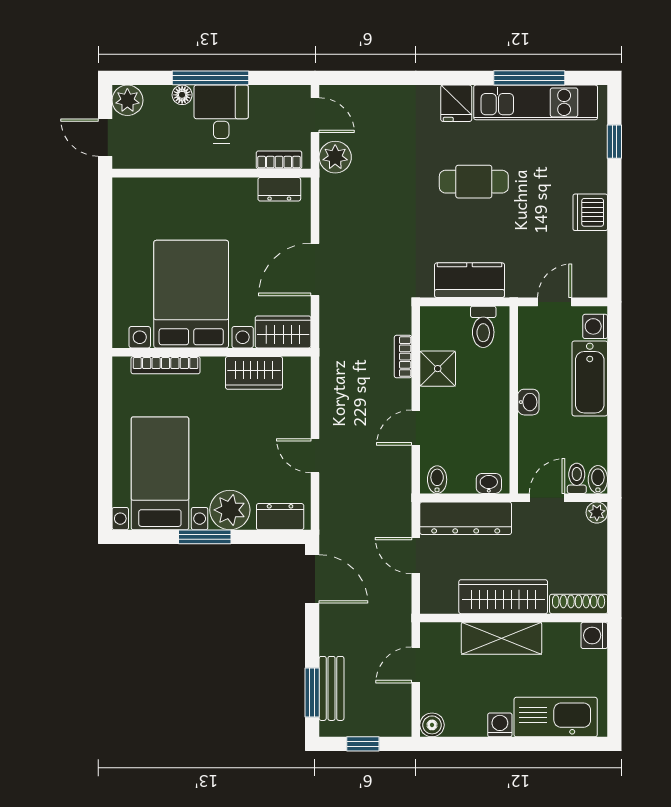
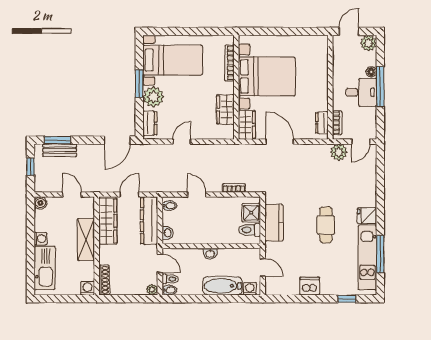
shower: (438, 369) -> (251, 213), moved
wardrobe: (503, 597) -> (108, 221), moved

